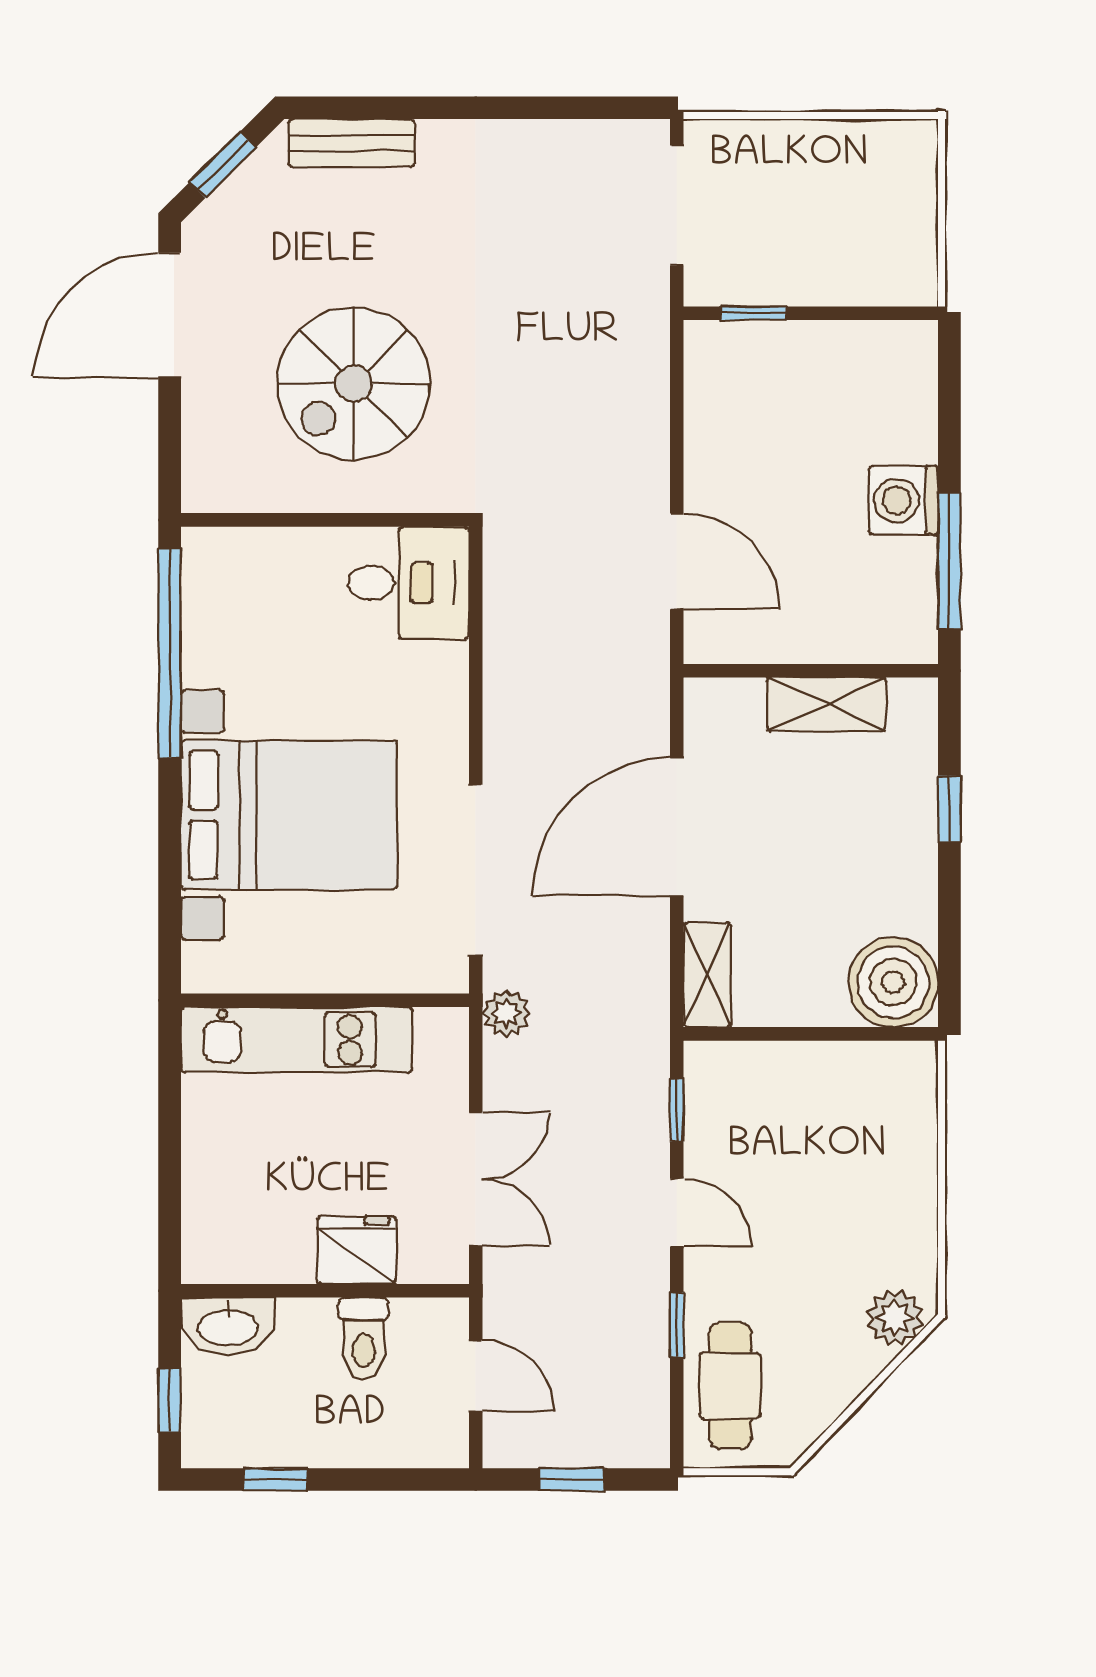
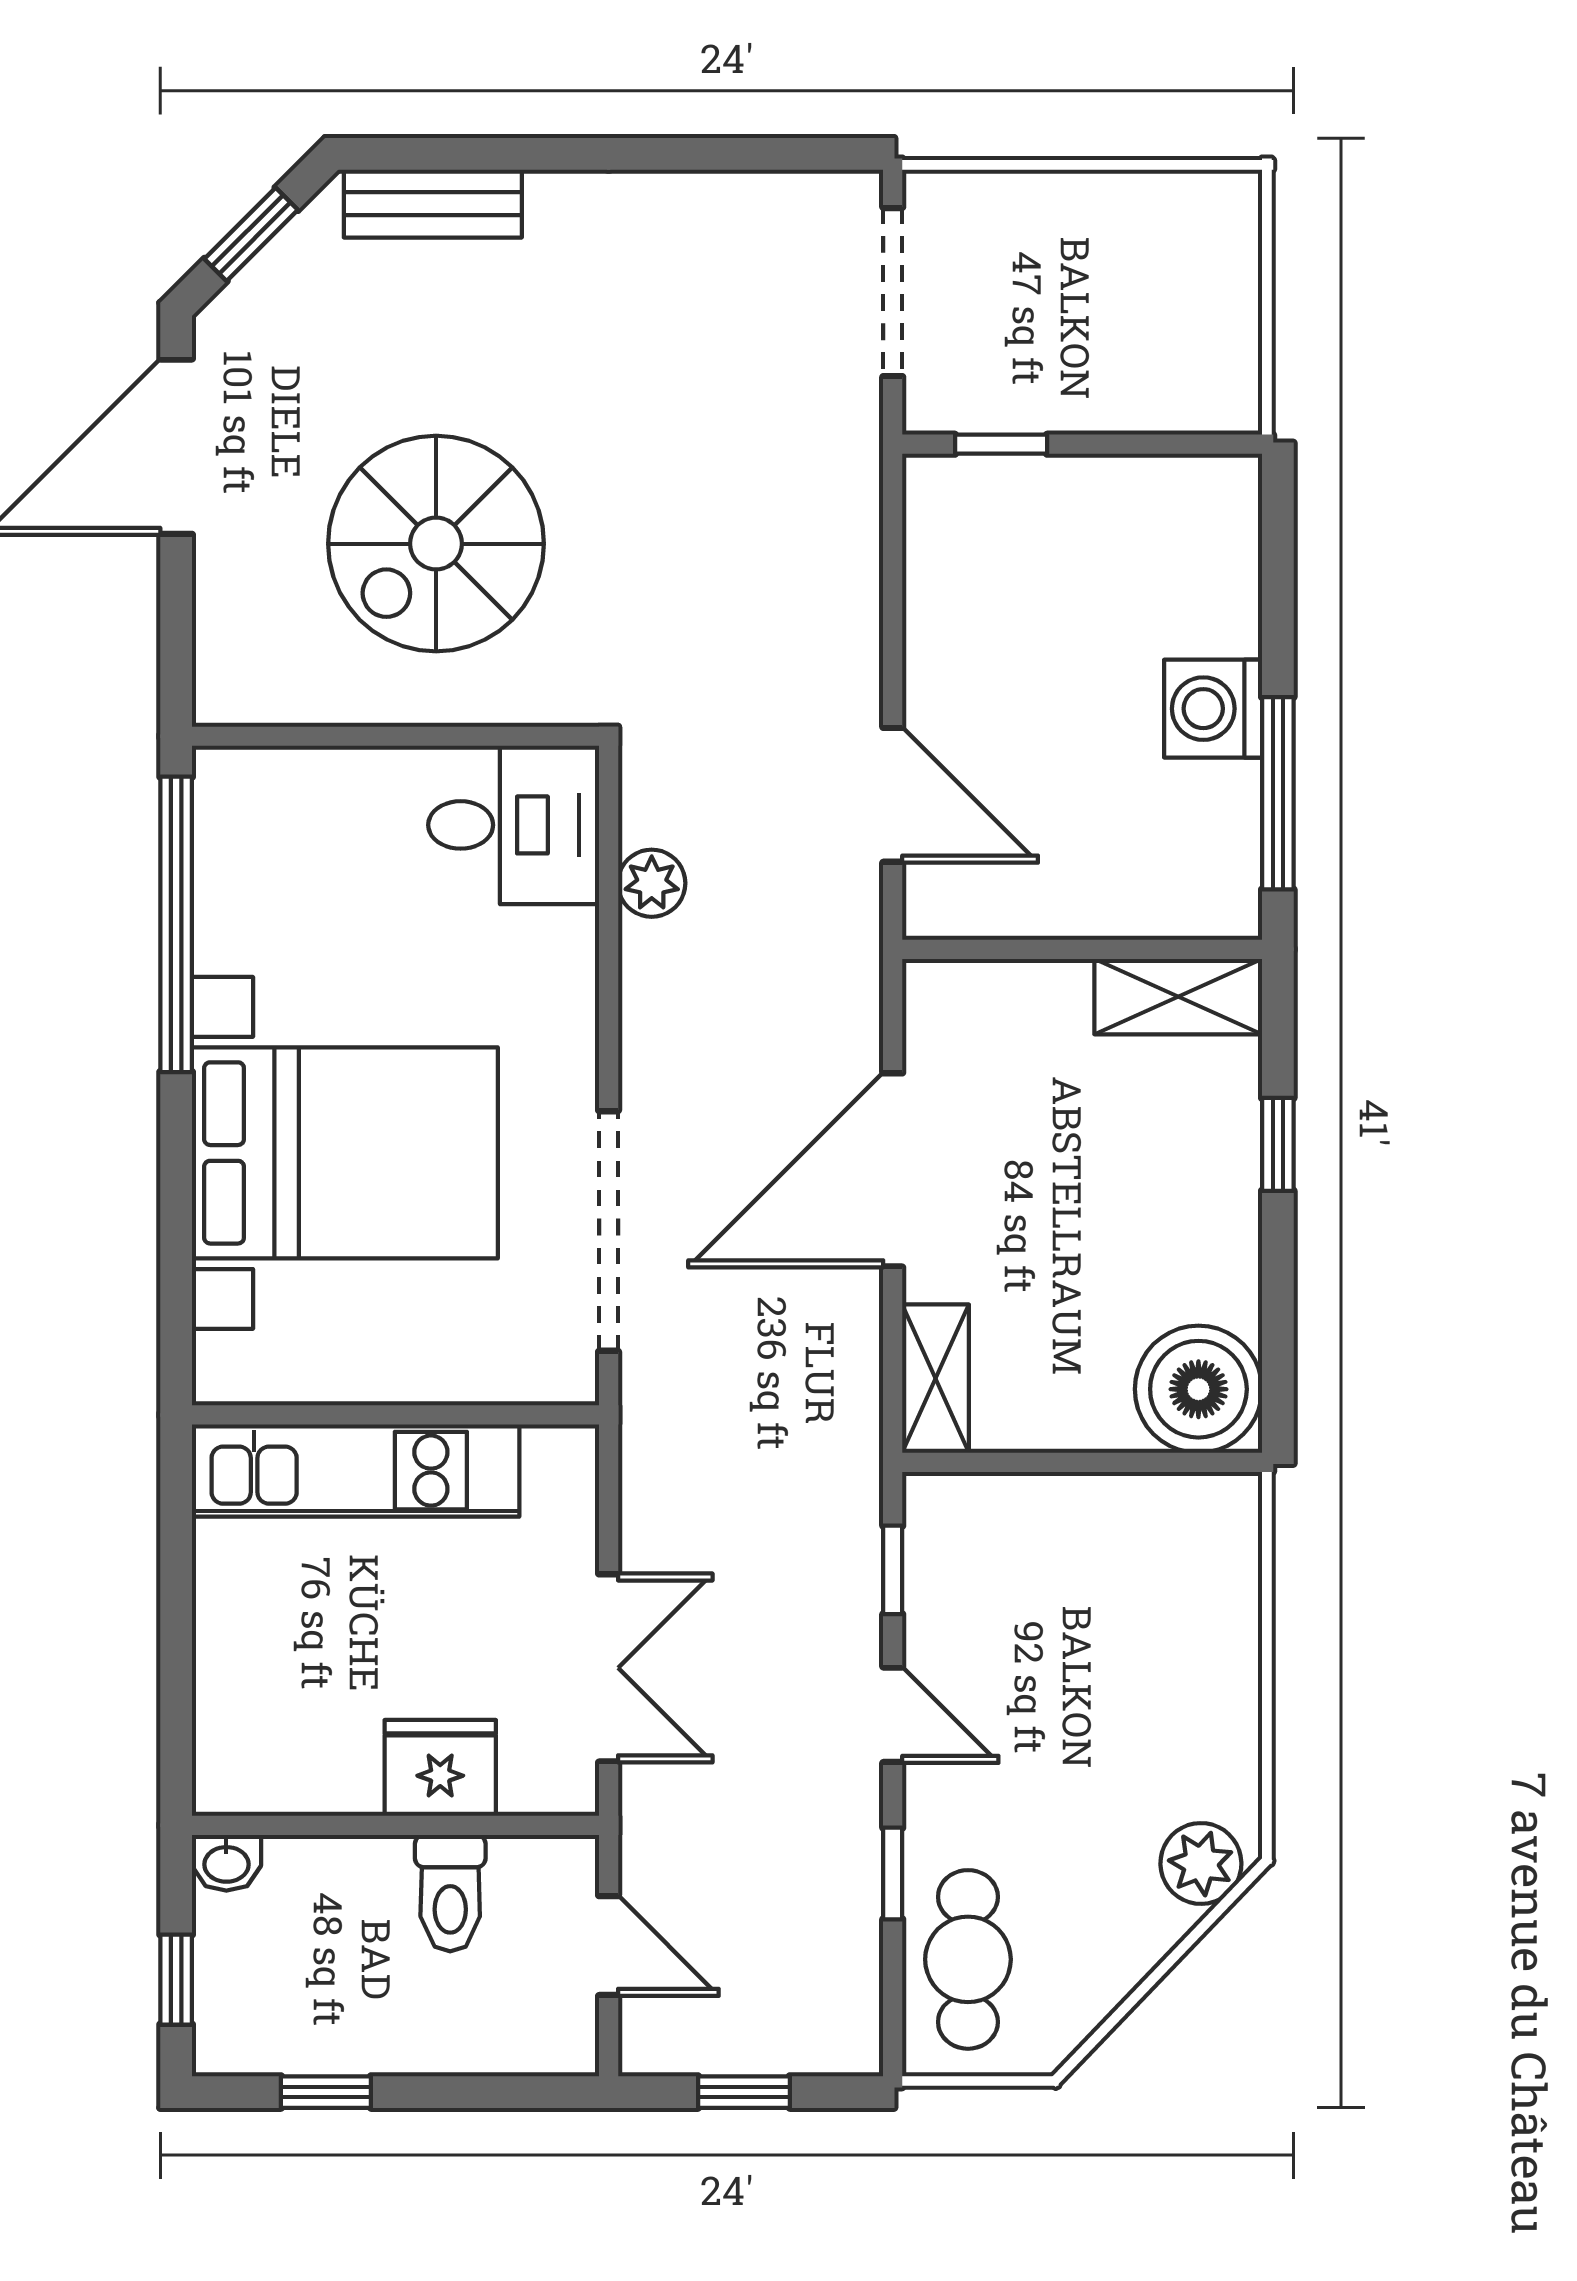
shelving: (826, 704) -> (1178, 997), moved
plant: (506, 1013) -> (652, 883), moved
washbasin: (228, 1326) -> (226, 1863), width x0.52, depth x0.69

